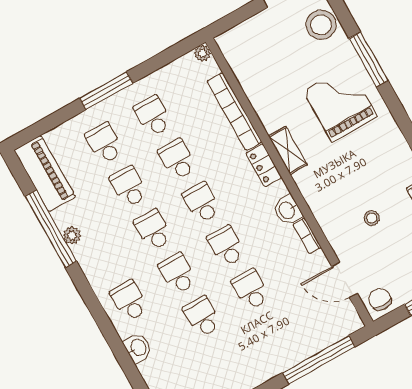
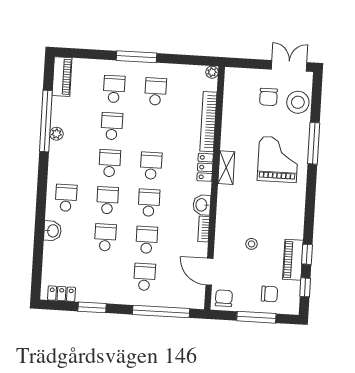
chair: (284, 40) -> (268, 97), added
school desk: (177, 159) -> (144, 277), moved
piano: (45, 174) -> (62, 77), width x0.73, depth x0.75

